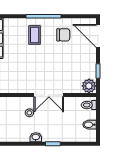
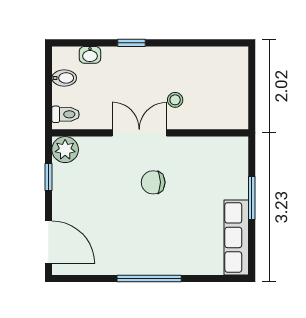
coffee table: (35, 35) -> (166, 244), removed
chair: (63, 35) -> (153, 182), moved
washbasin: (36, 137) -> (90, 55), moved

